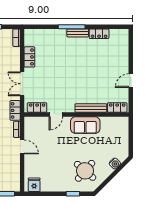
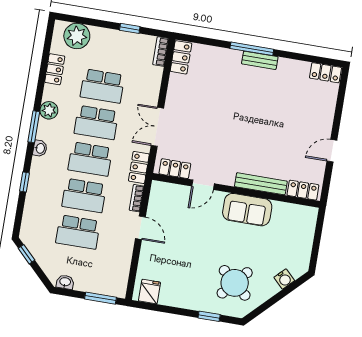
locker: (99, 34) -> (325, 73), moved
locker: (29, 57) -> (181, 57), moved

